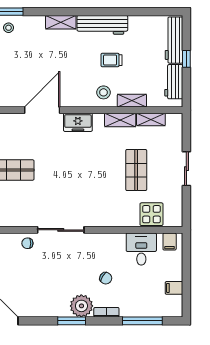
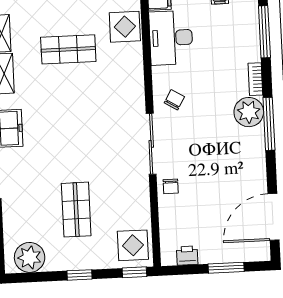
desk: (141, 249) -> (171, 38), width x1.37
chair: (106, 278) -> (174, 100), moved
window: (72, 321) -> (269, 124), width x1.44

